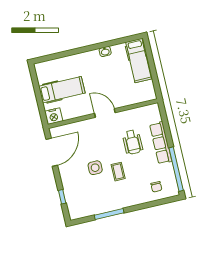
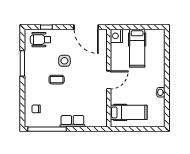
hospital bed: (139, 61) -> (129, 112), moved, turned 180
wheelchair: (133, 142) -> (40, 40), moved
row of seats: (161, 143) -> (72, 121), width x0.68

